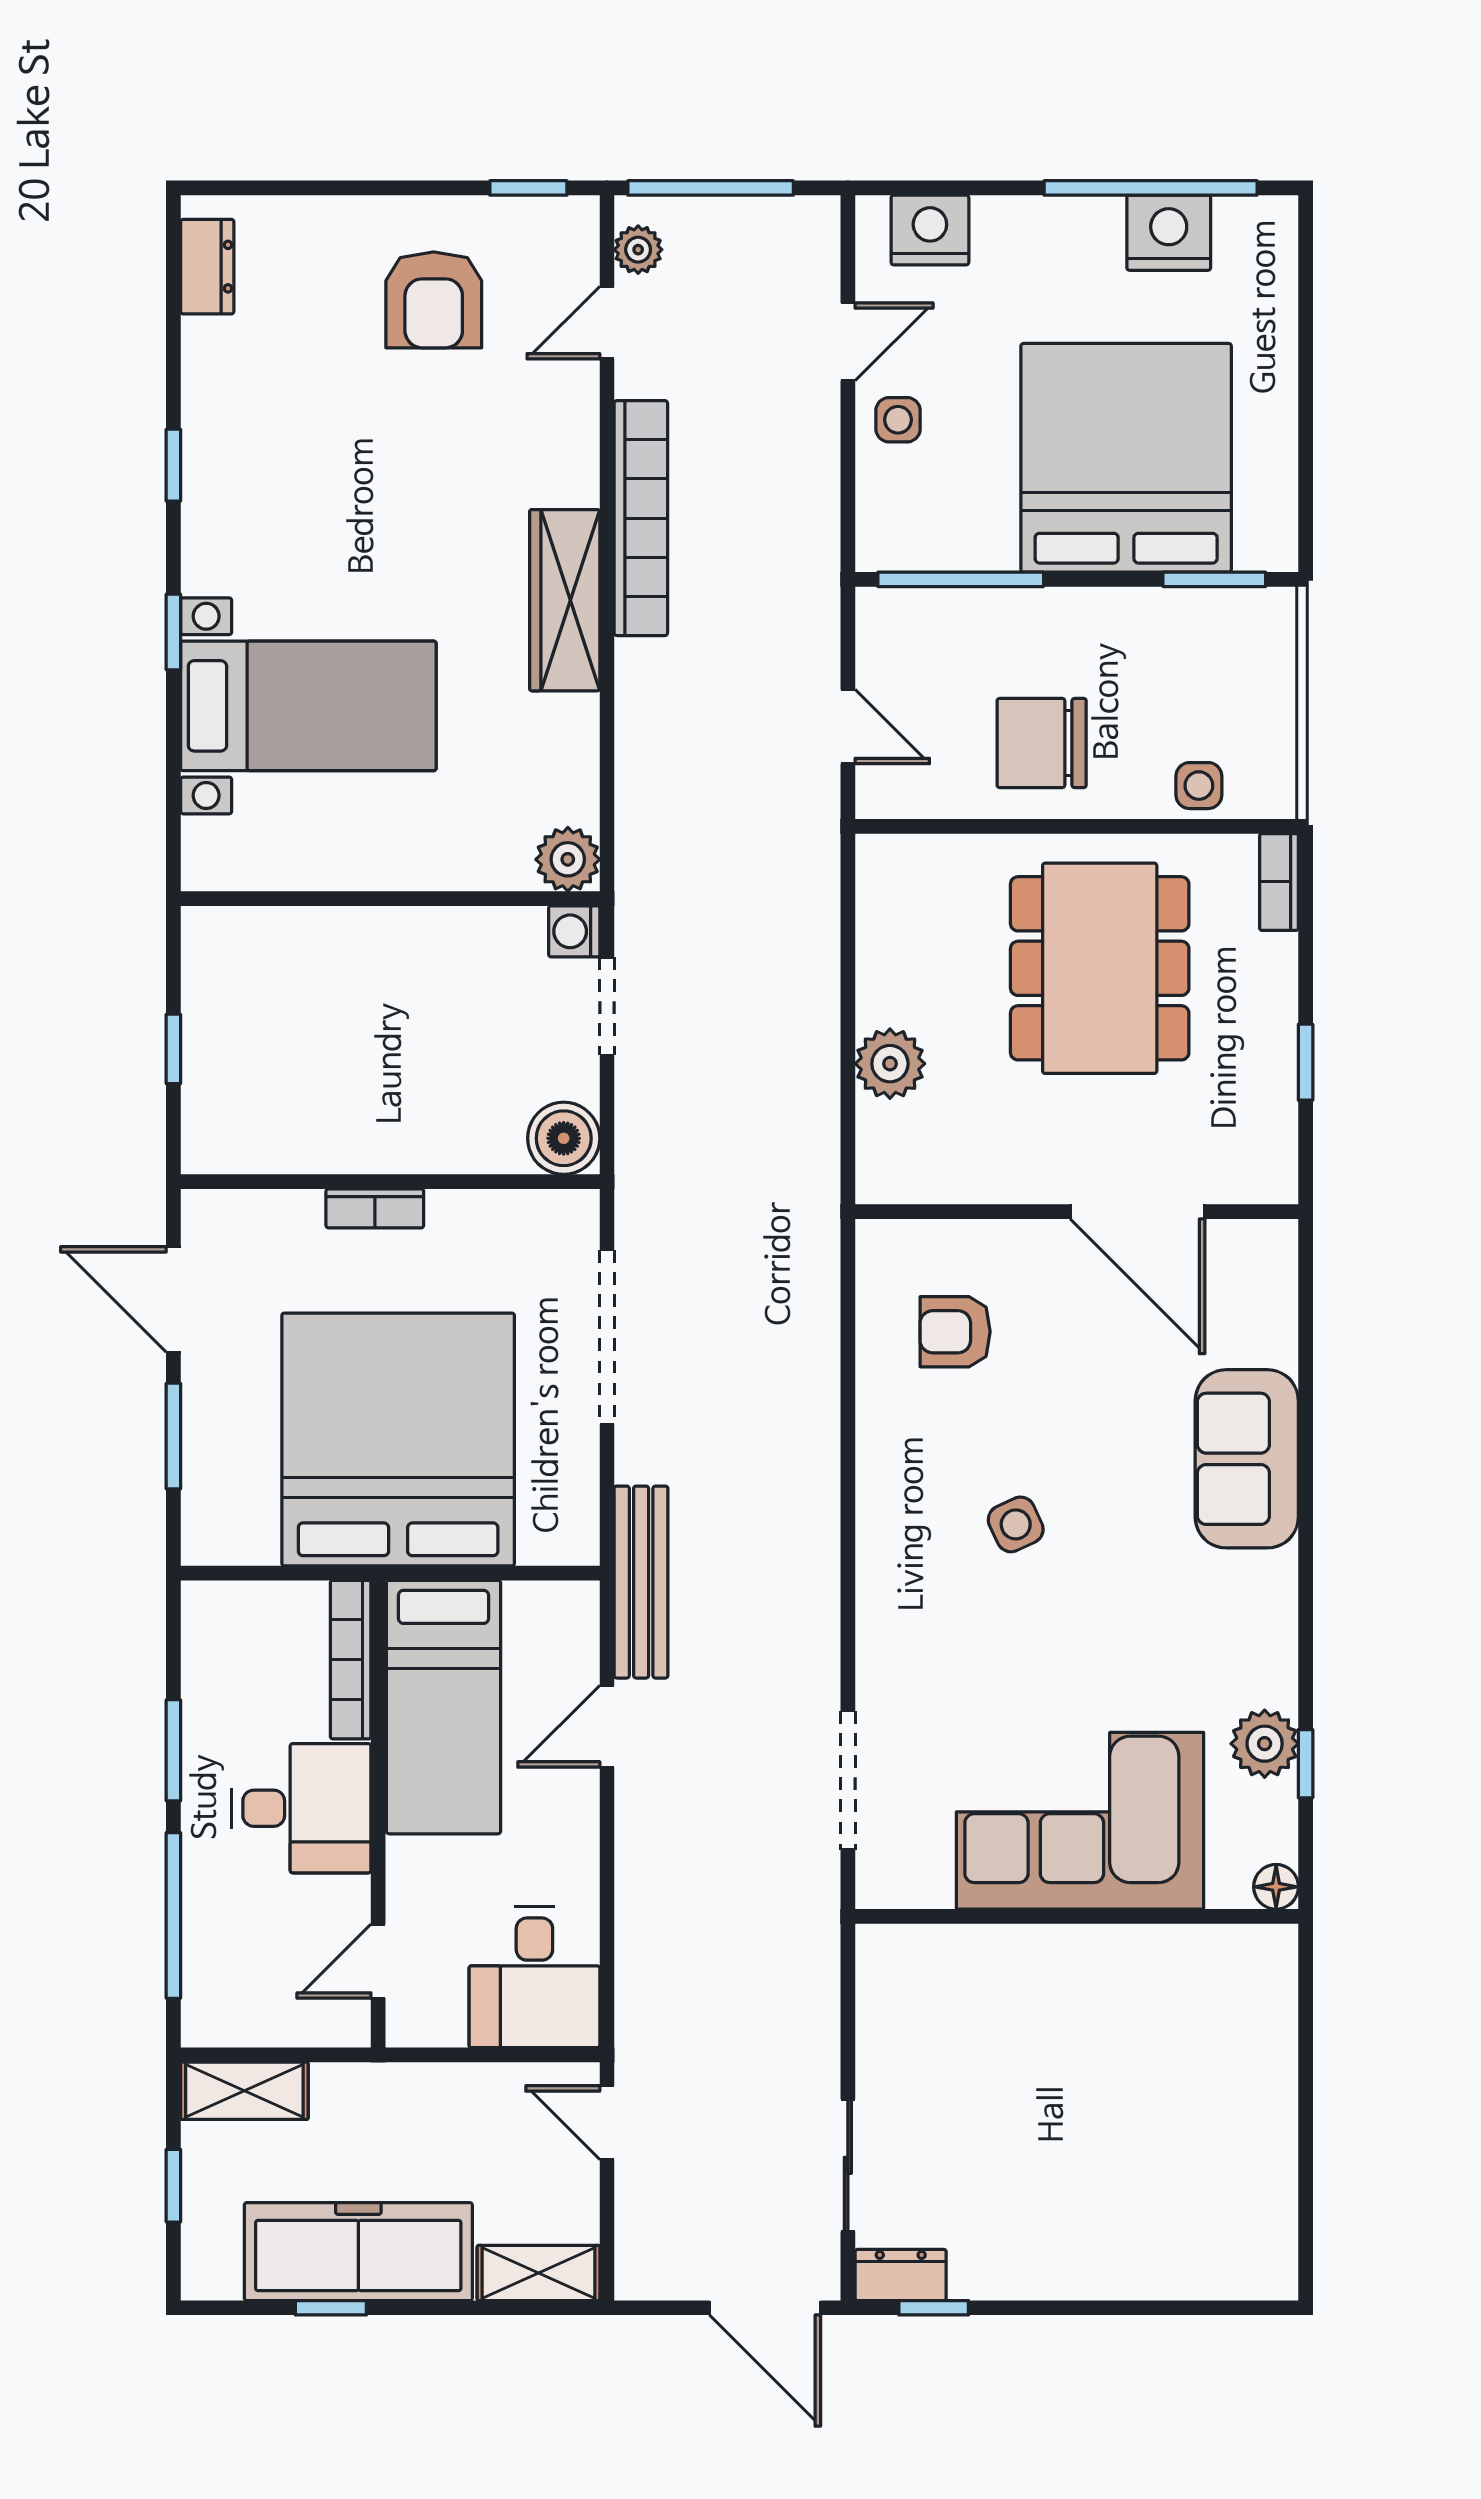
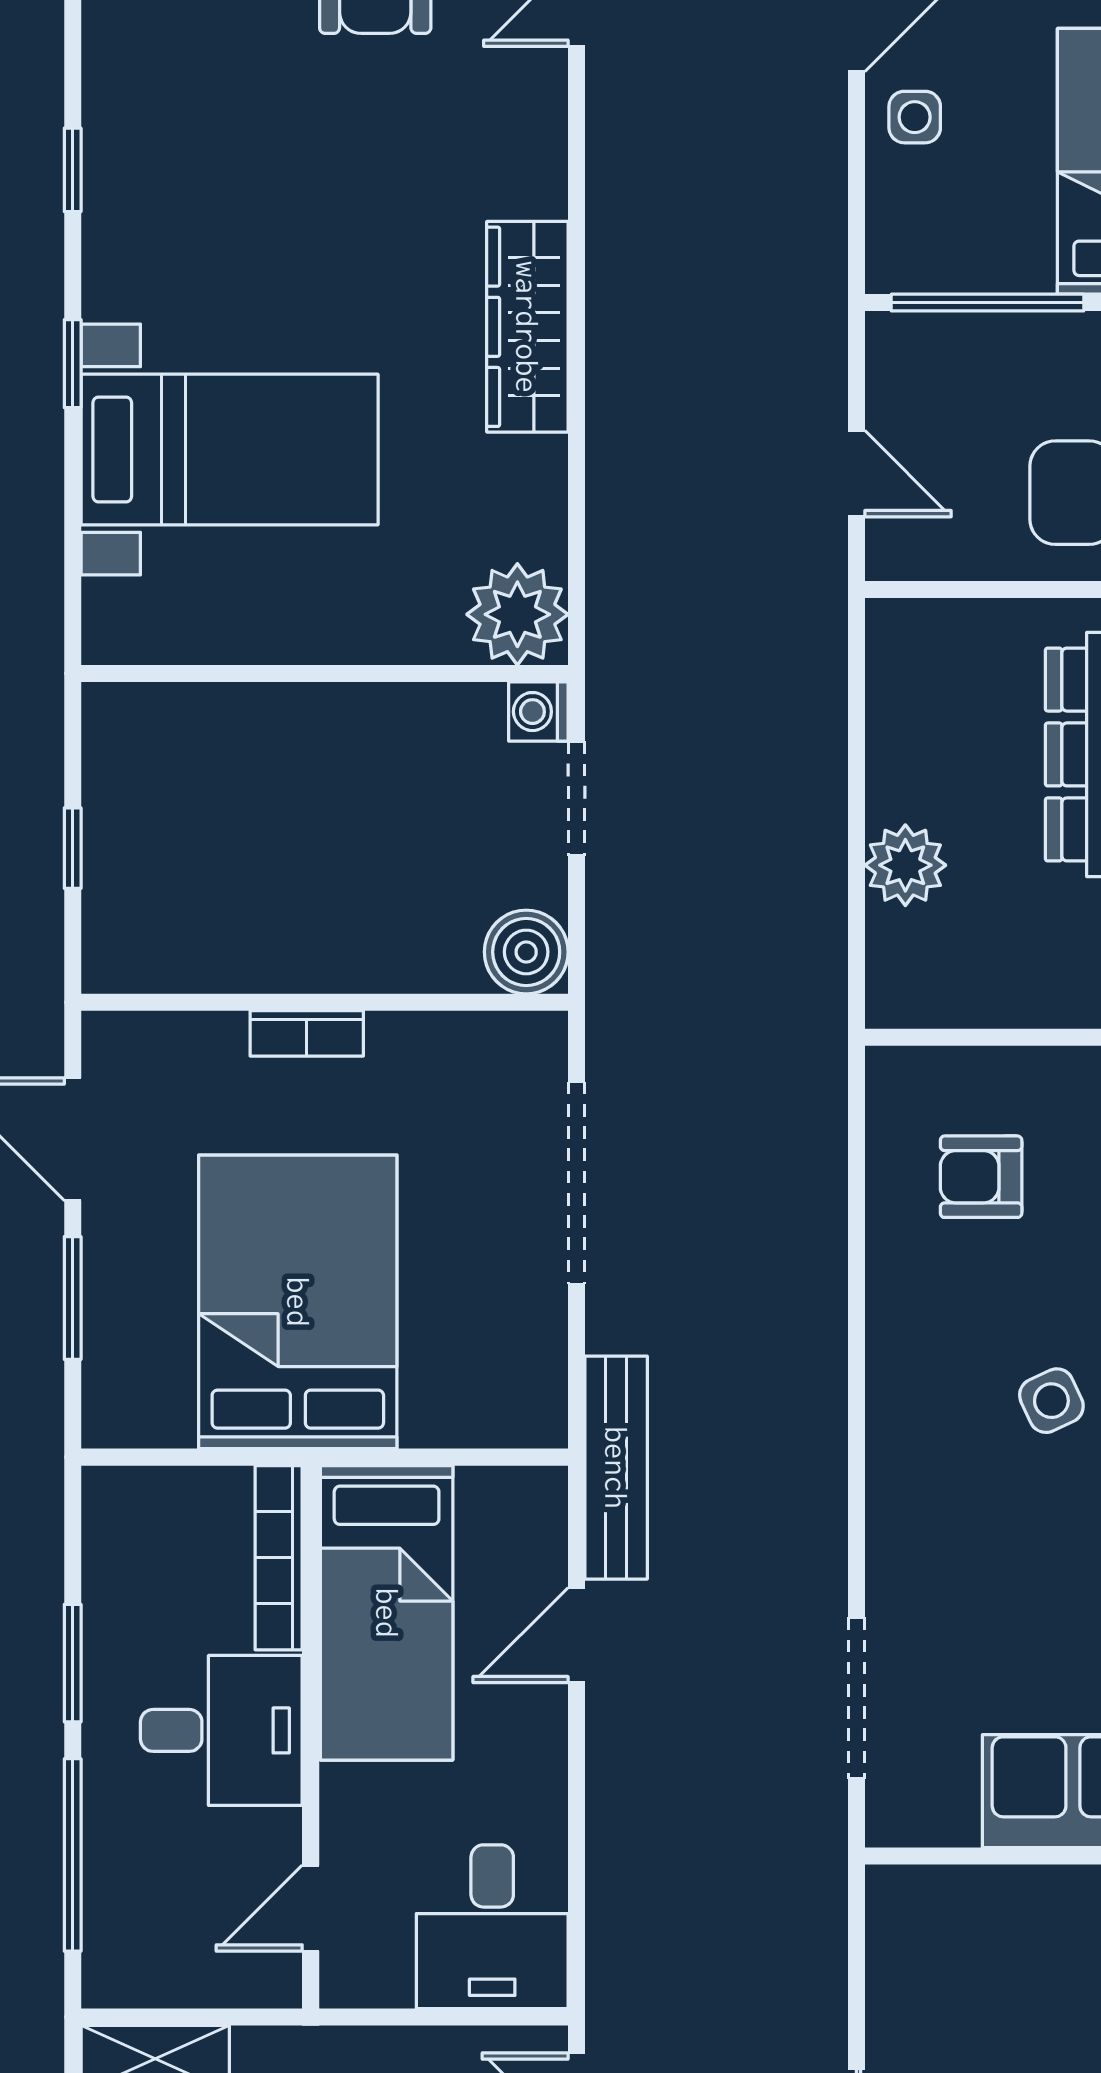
bookcase: (641, 518) -> (616, 231), removed
plant: (568, 859) -> (517, 614), width x1.36, depth x1.36
bed: (398, 1439) -> (298, 1302), width x0.73

